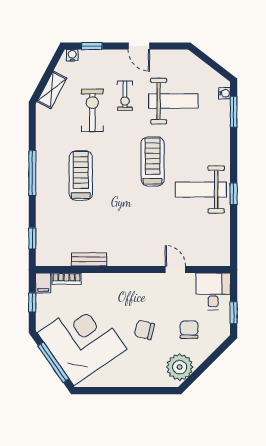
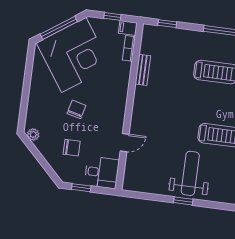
plant: (180, 367) -> (33, 134), width x0.53, depth x0.53

